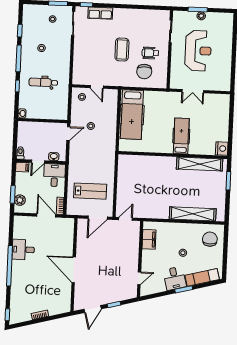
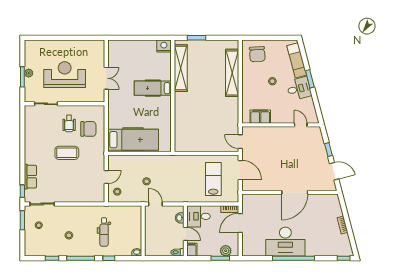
chair: (210, 239) -> (257, 54), turned -94
desk: (23, 250) -> (285, 242), width x1.87, depth x1.30

